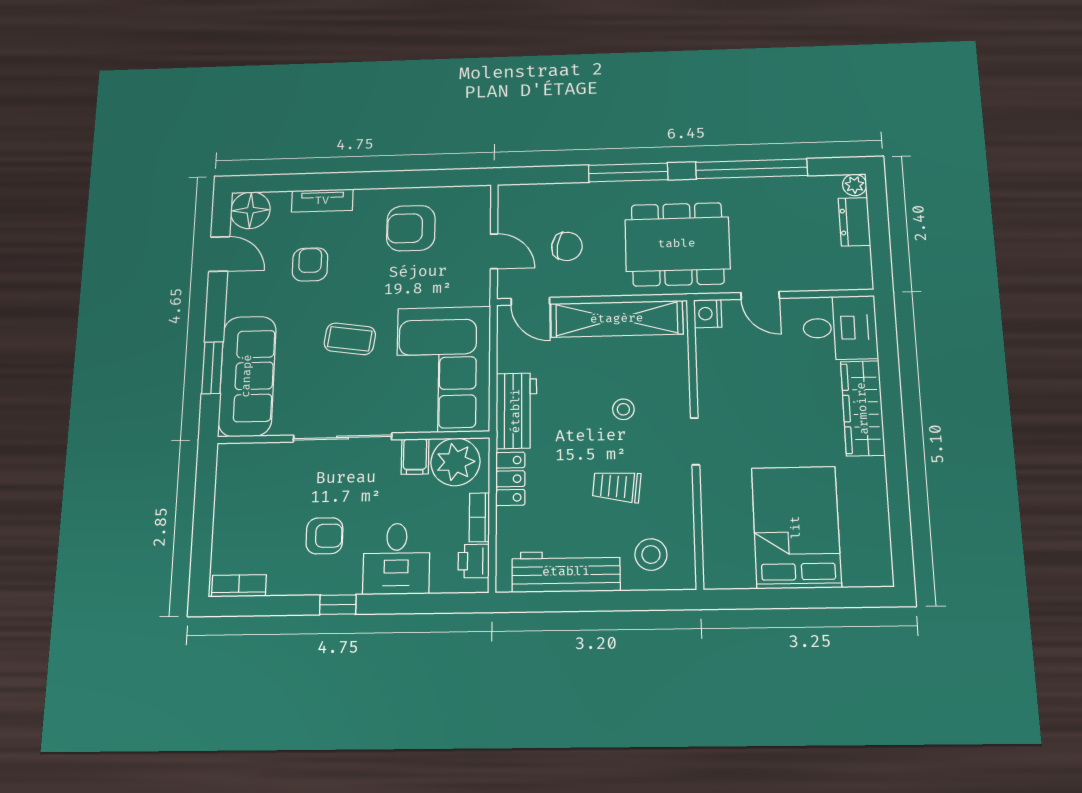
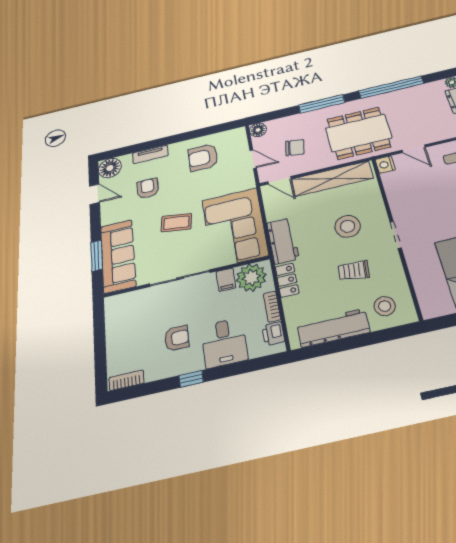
floor lamp: (512, 197) -> (258, 130), added
stool: (623, 409) -> (348, 226), width x1.89, depth x1.89

